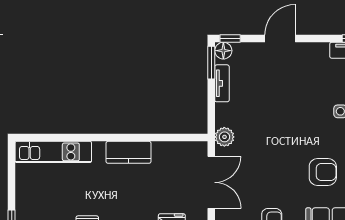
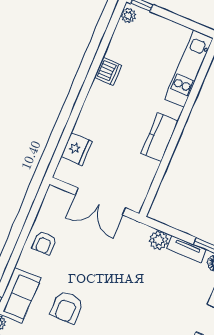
plant: (224, 137) -> (159, 240), moved

